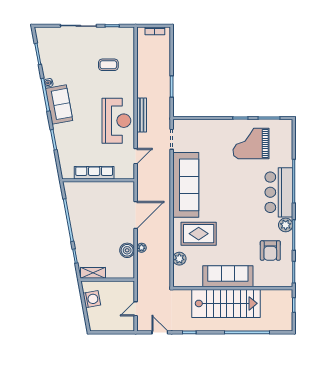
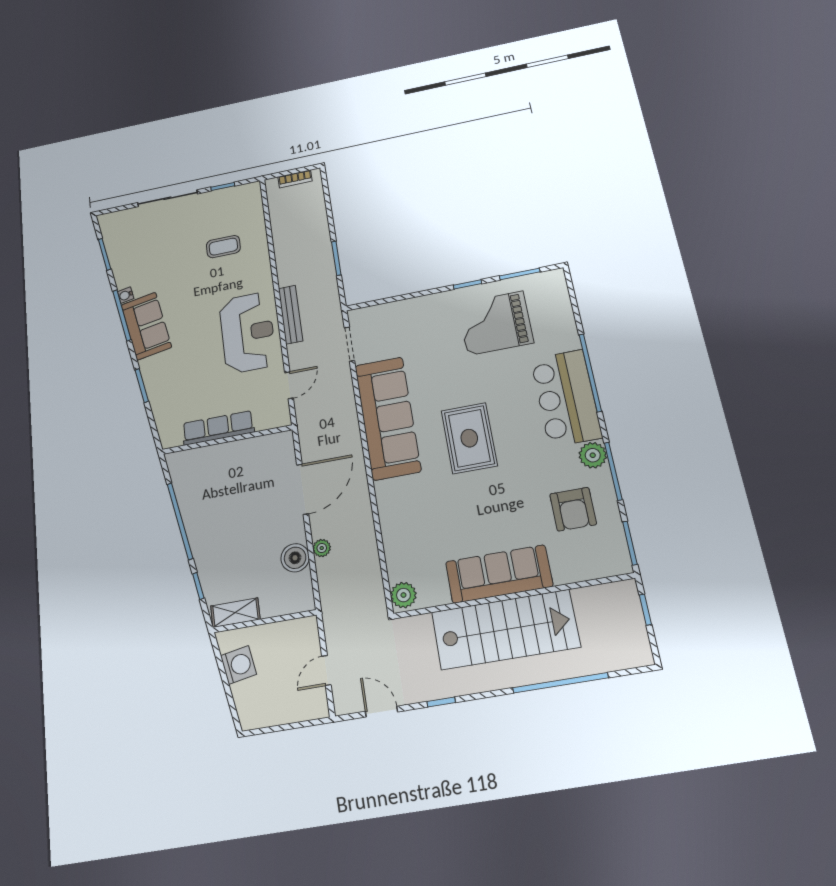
rug: (199, 234) -> (469, 438), moved, turned 90
plant: (179, 259) -> (403, 595), moved

